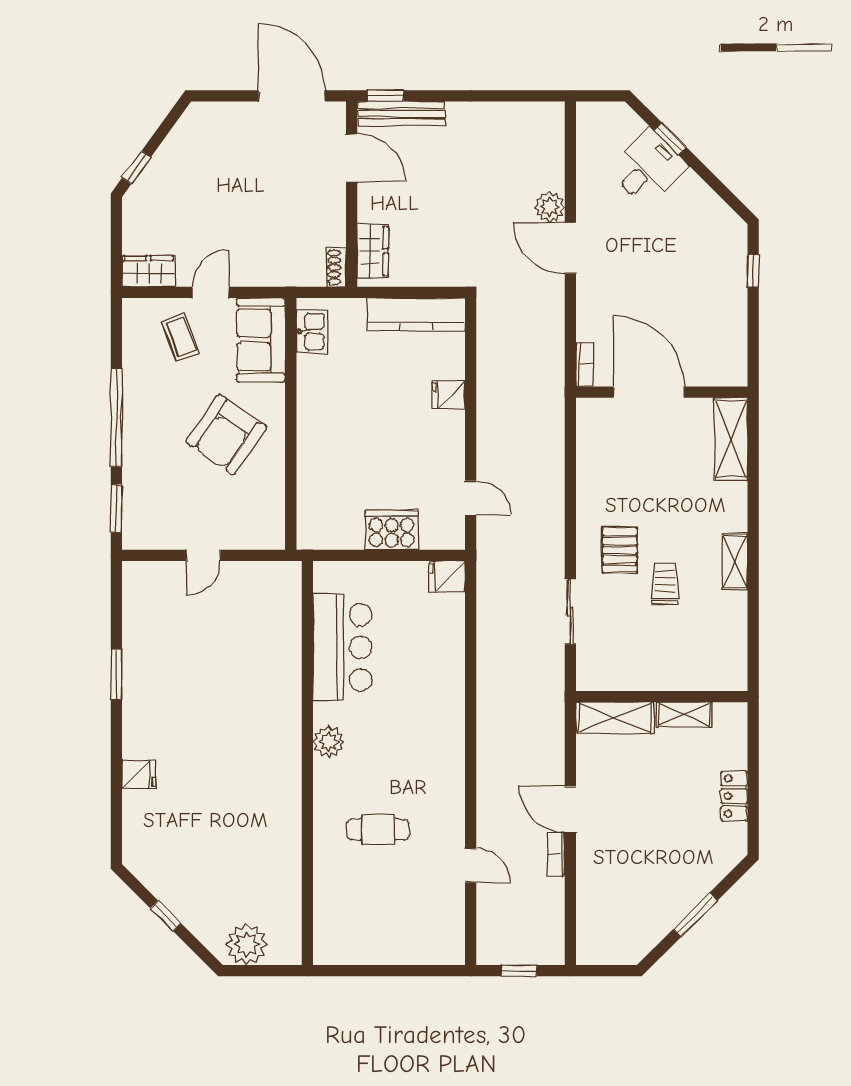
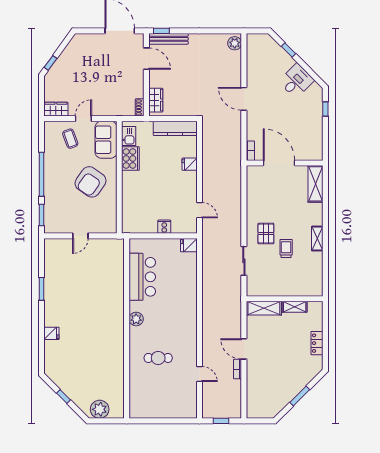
desk: (648, 168) -> (296, 81), moved
plant: (550, 207) -> (235, 43), moved
cooker: (316, 382) -> (130, 159), added
cooker: (392, 530) -> (164, 227), width x0.53, depth x0.76

